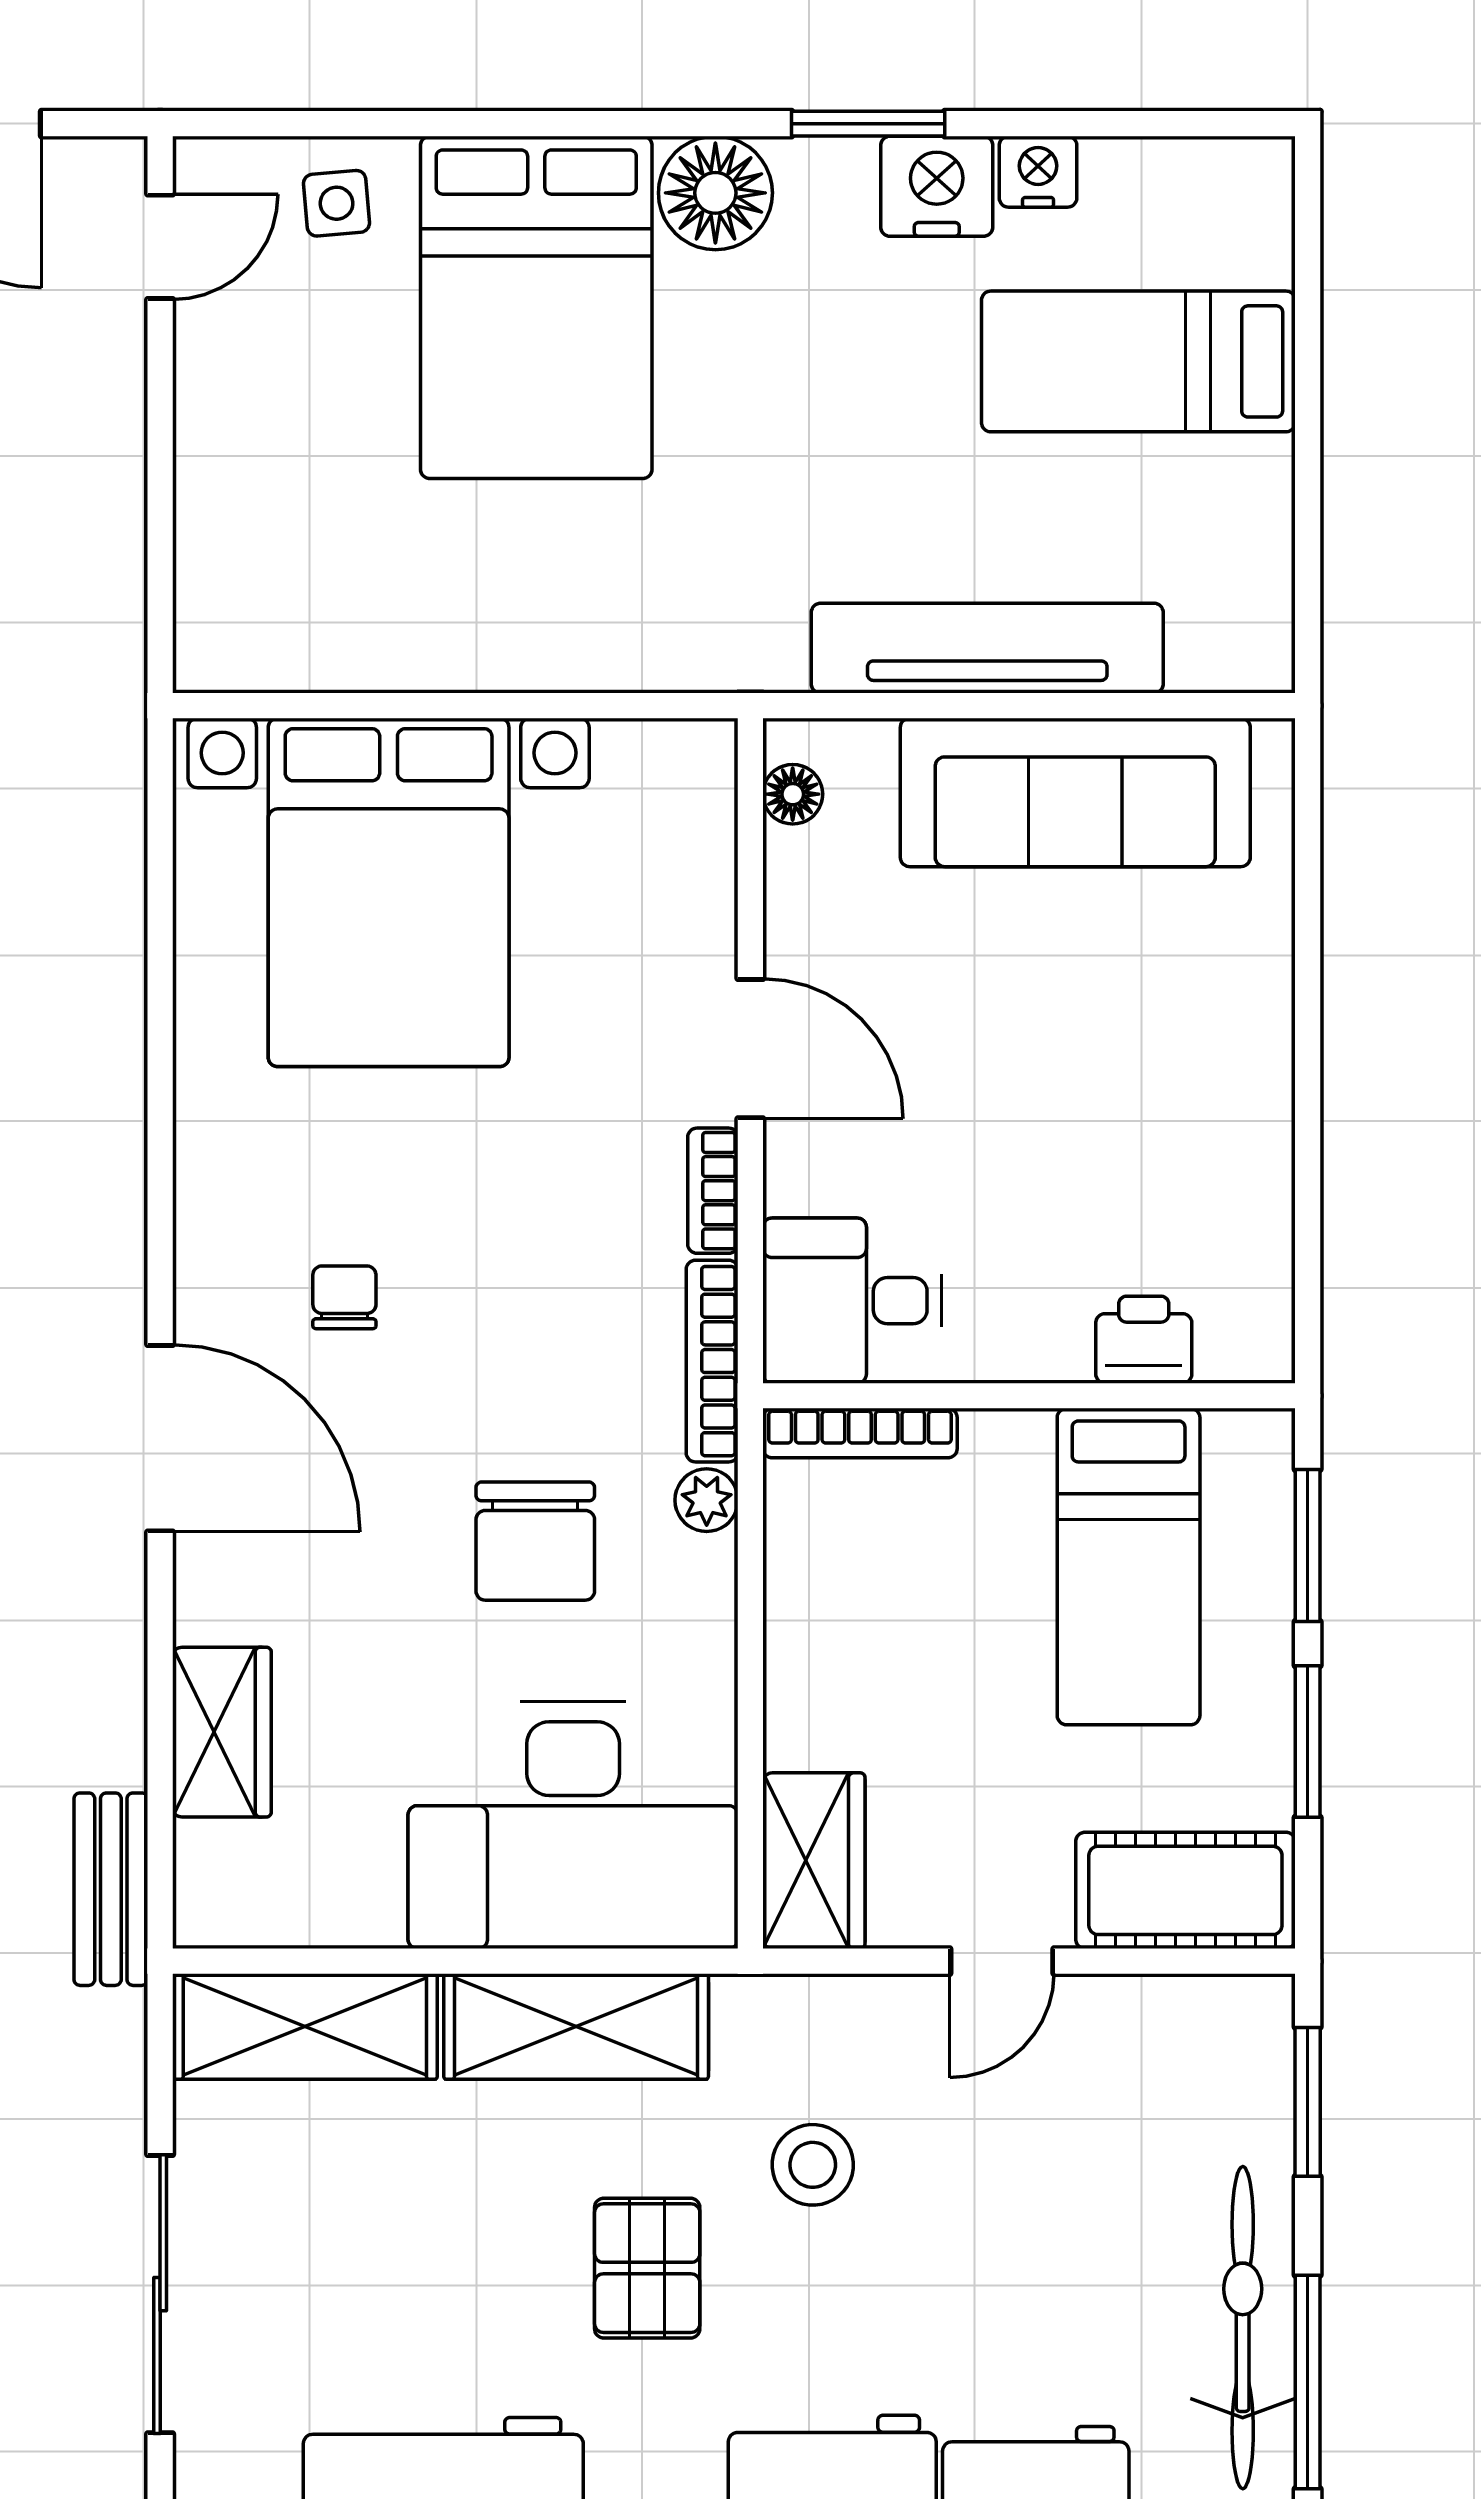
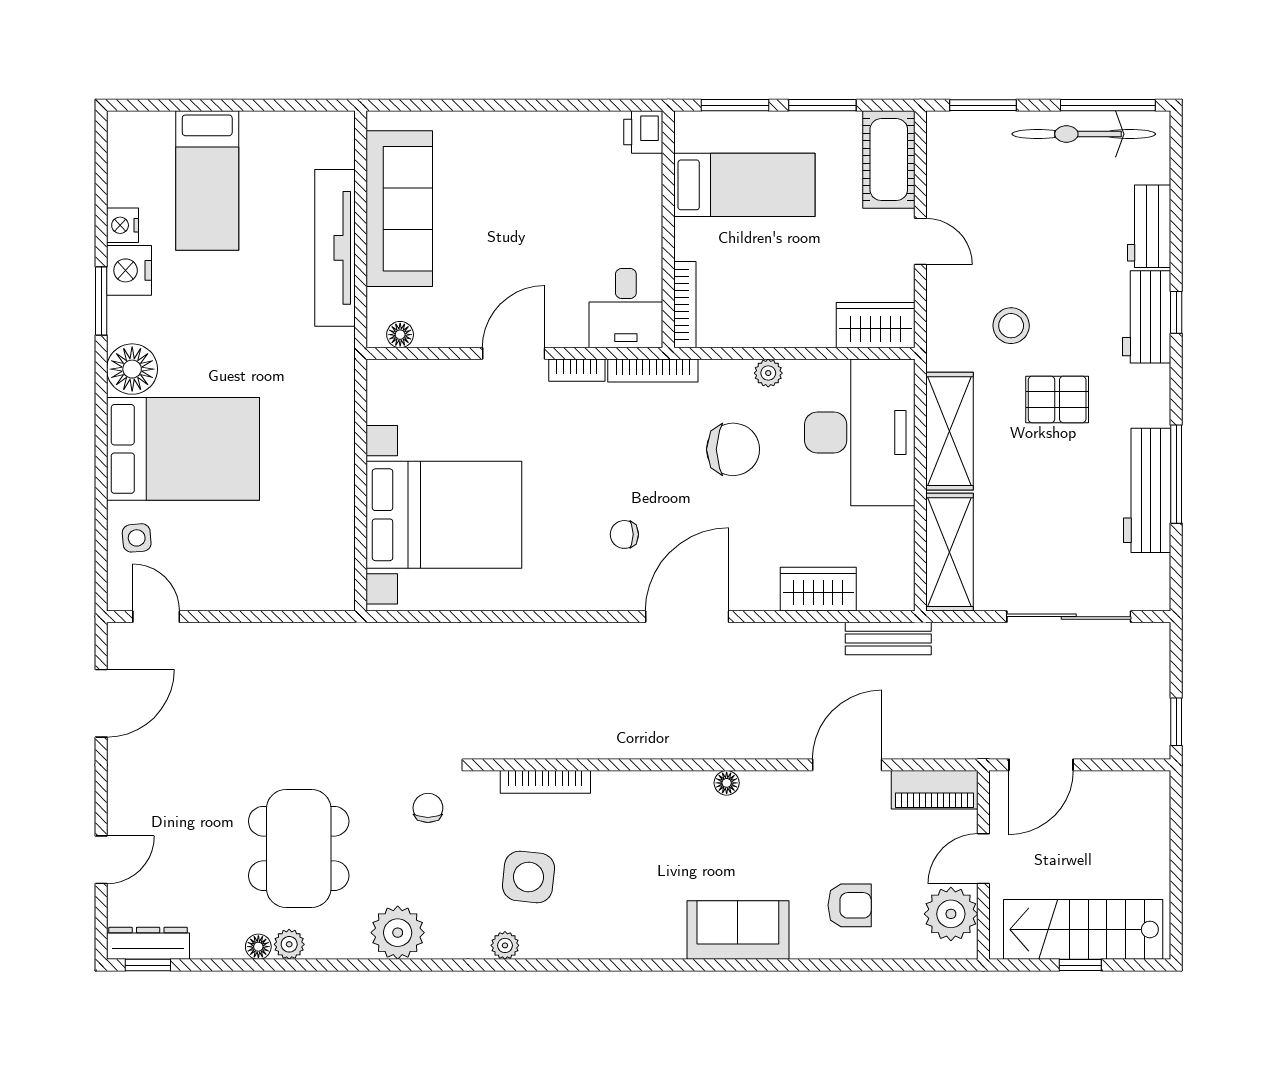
printer: (1144, 1340) -> (643, 132), moved
plant: (707, 1500) -> (768, 373), moved

